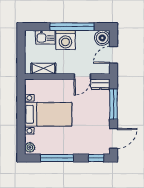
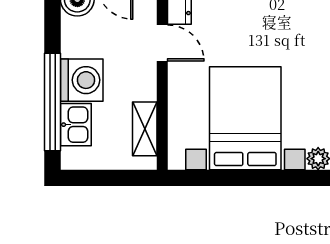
window: (72, 27) -> (52, 102), moved
bed with nightstands: (48, 114) -> (245, 118), width x1.36

